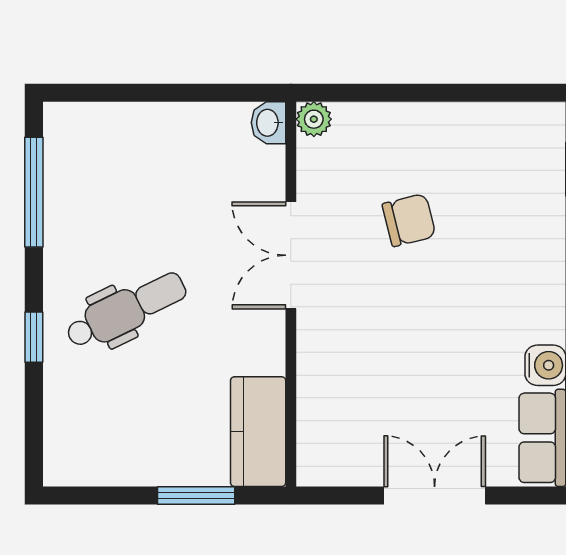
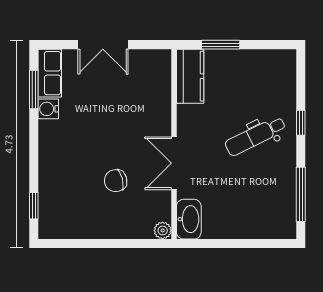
washbasin: (268, 123) -> (189, 219), width x1.91, depth x1.45
double door: (291, 255) -> (174, 163), swing flipped

